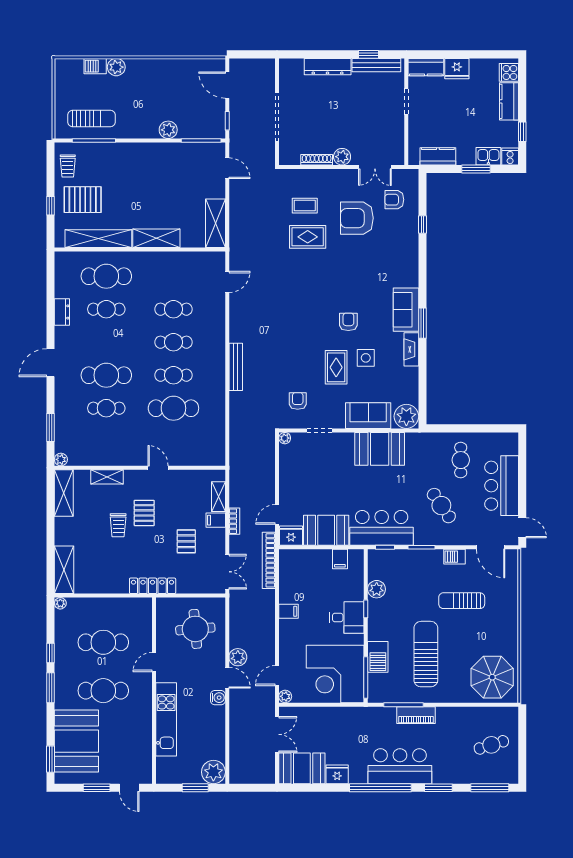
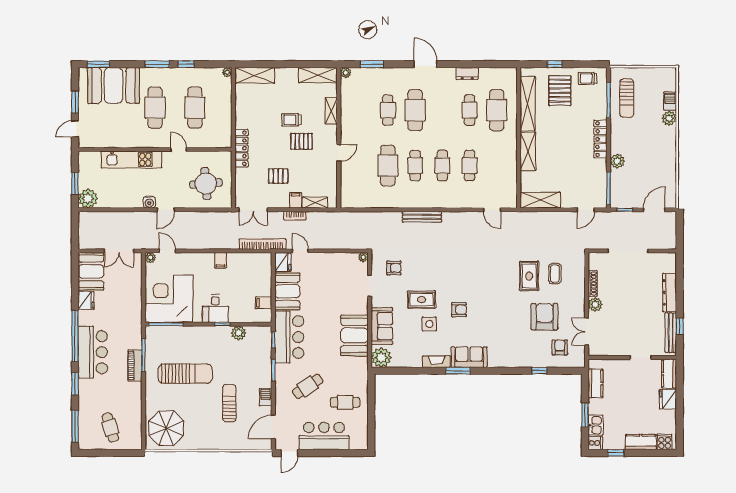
locker: (141, 150) -> (600, 139), added
plant: (238, 657) -> (183, 219), removed
barbecue: (378, 657) -> (183, 334), removed

